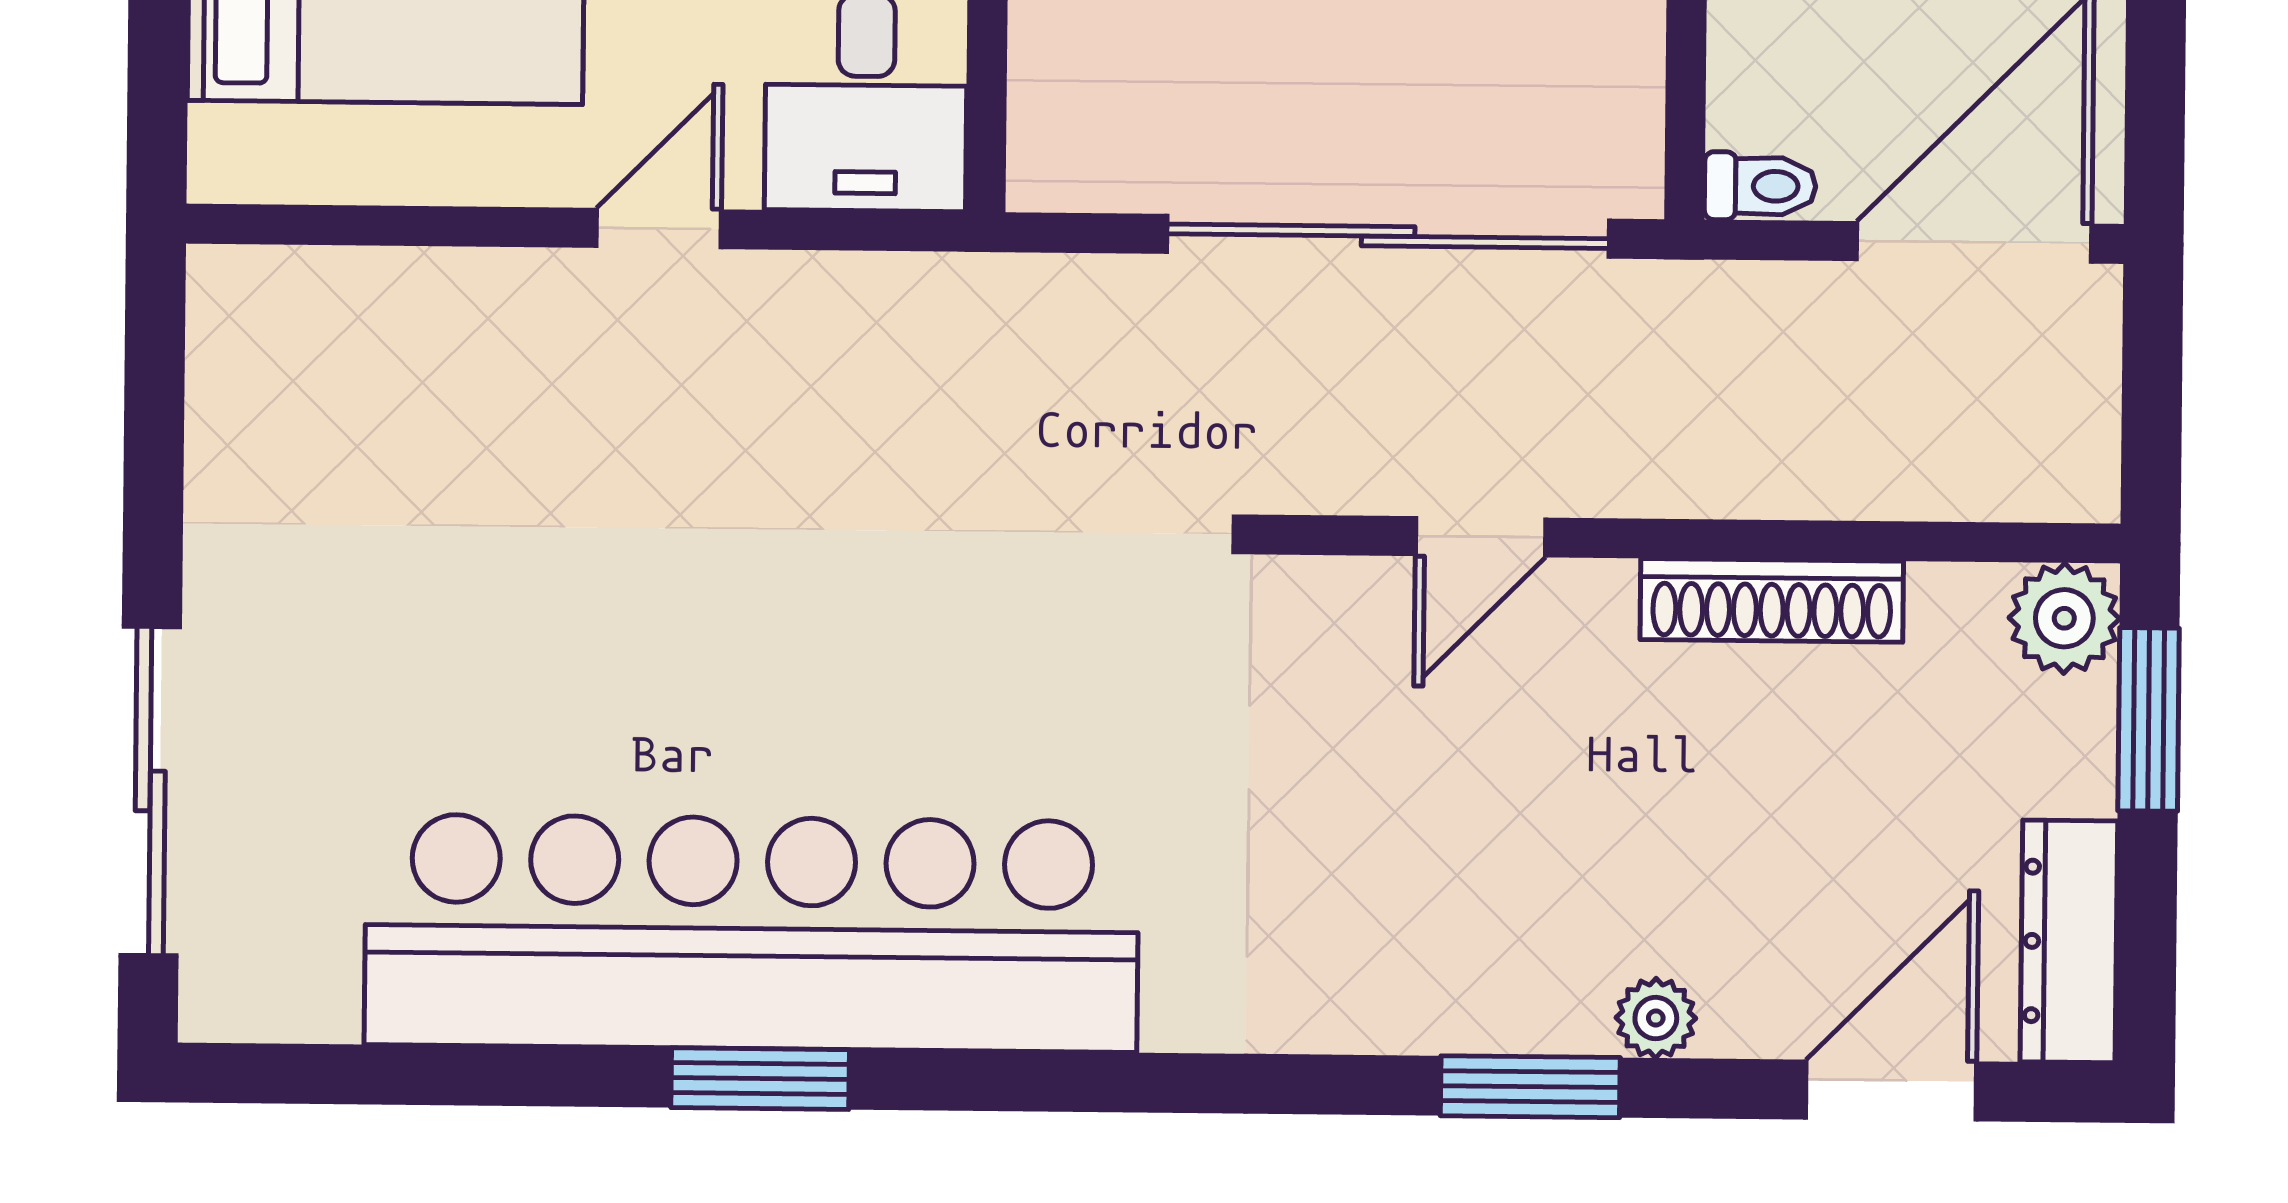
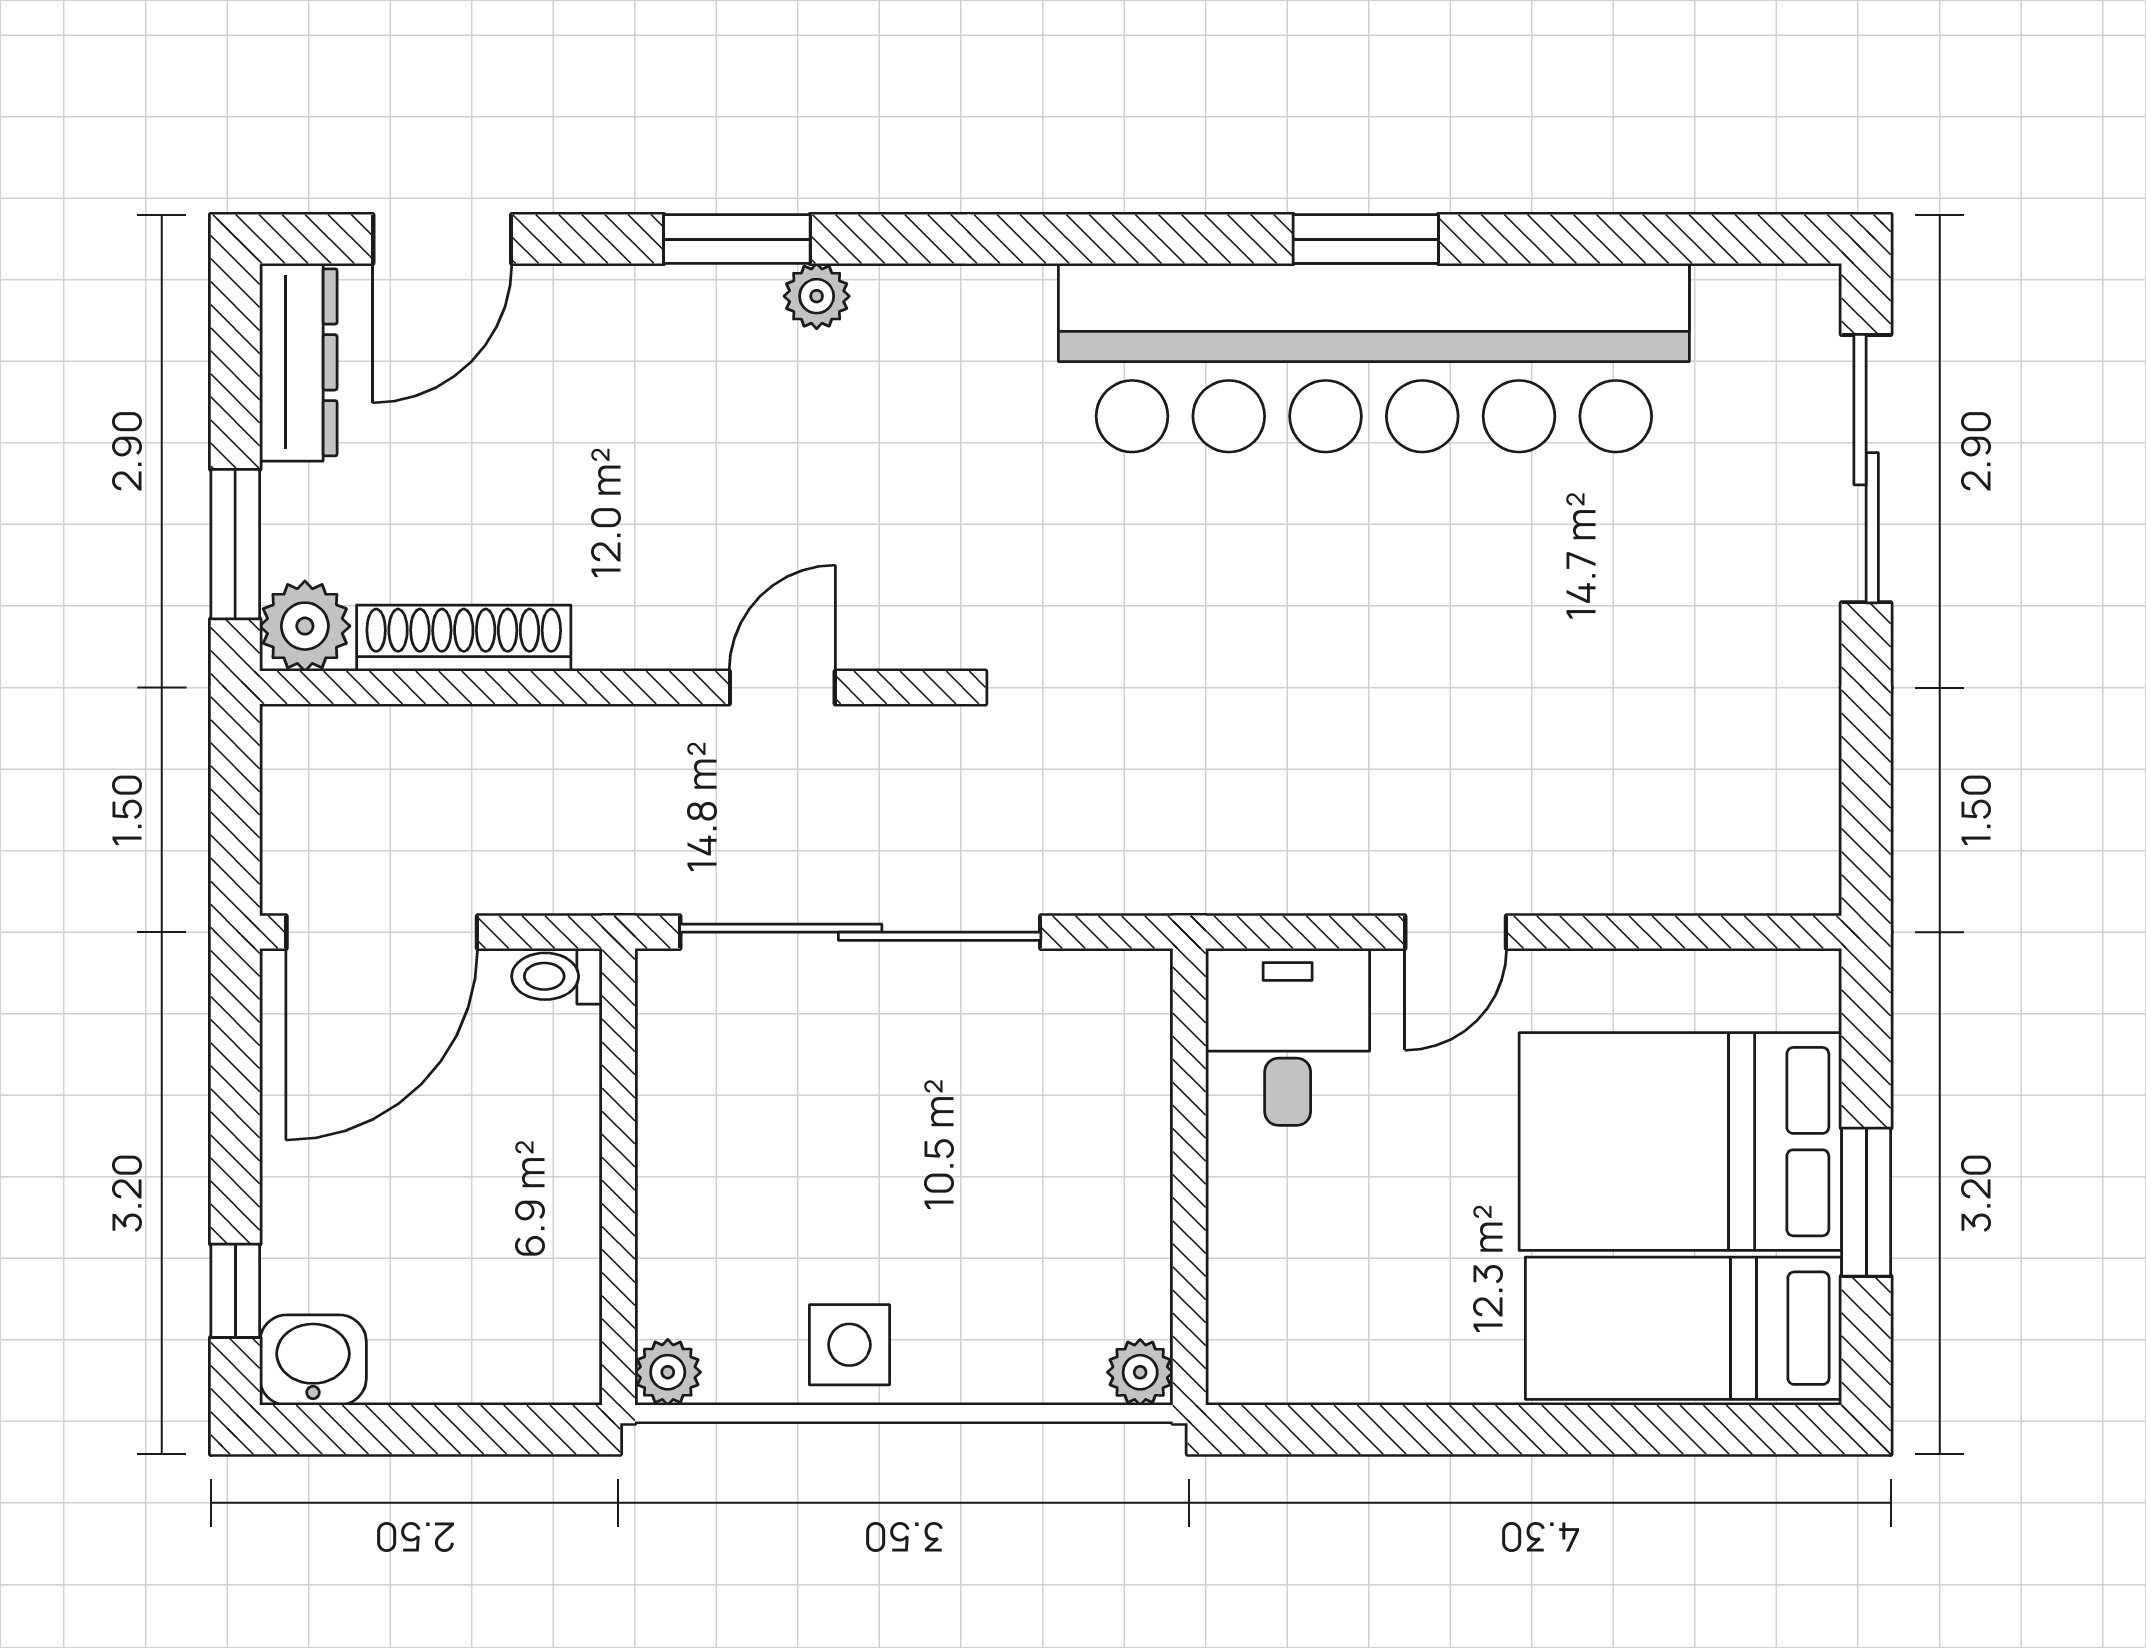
shoe rack: (1772, 600) -> (464, 638), moved
plant: (1656, 1018) -> (817, 296), moved

